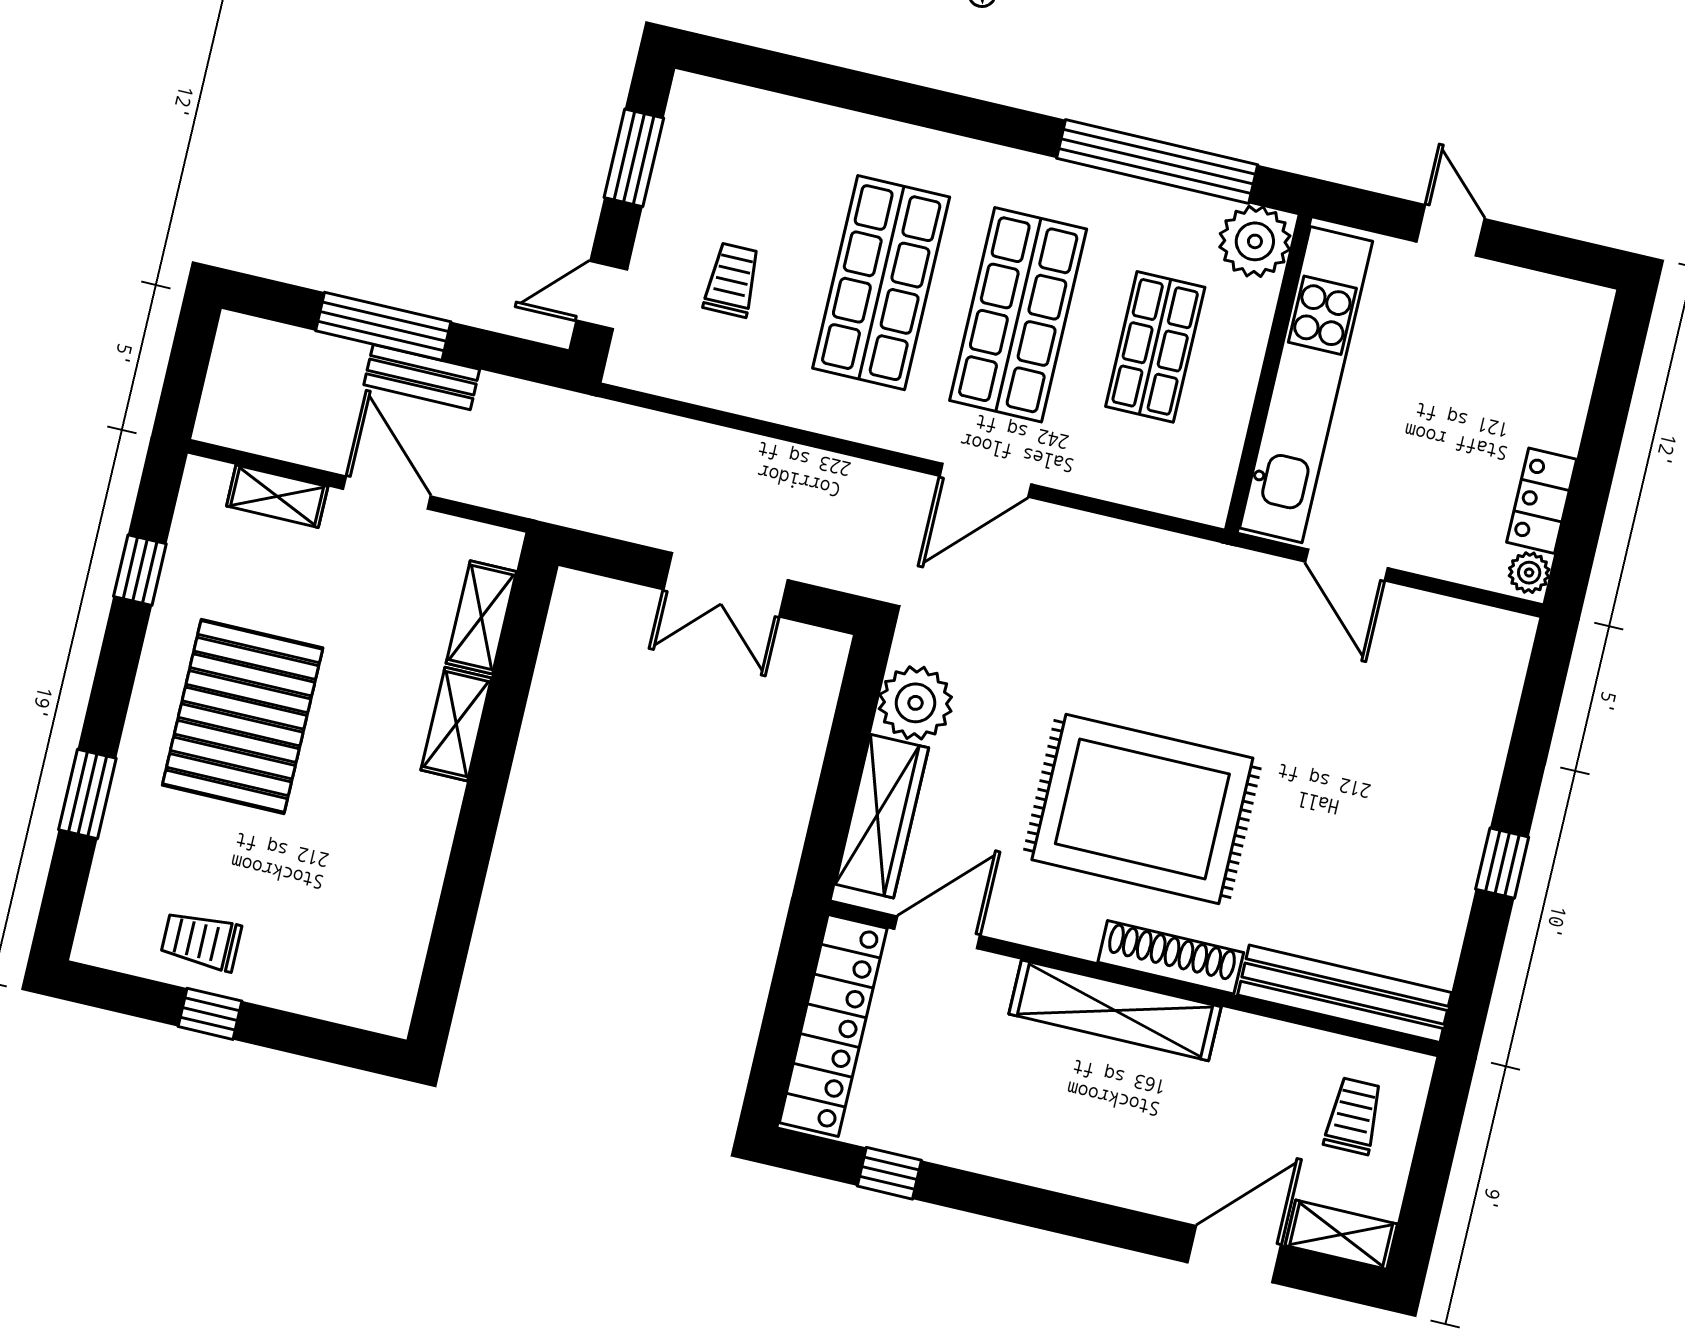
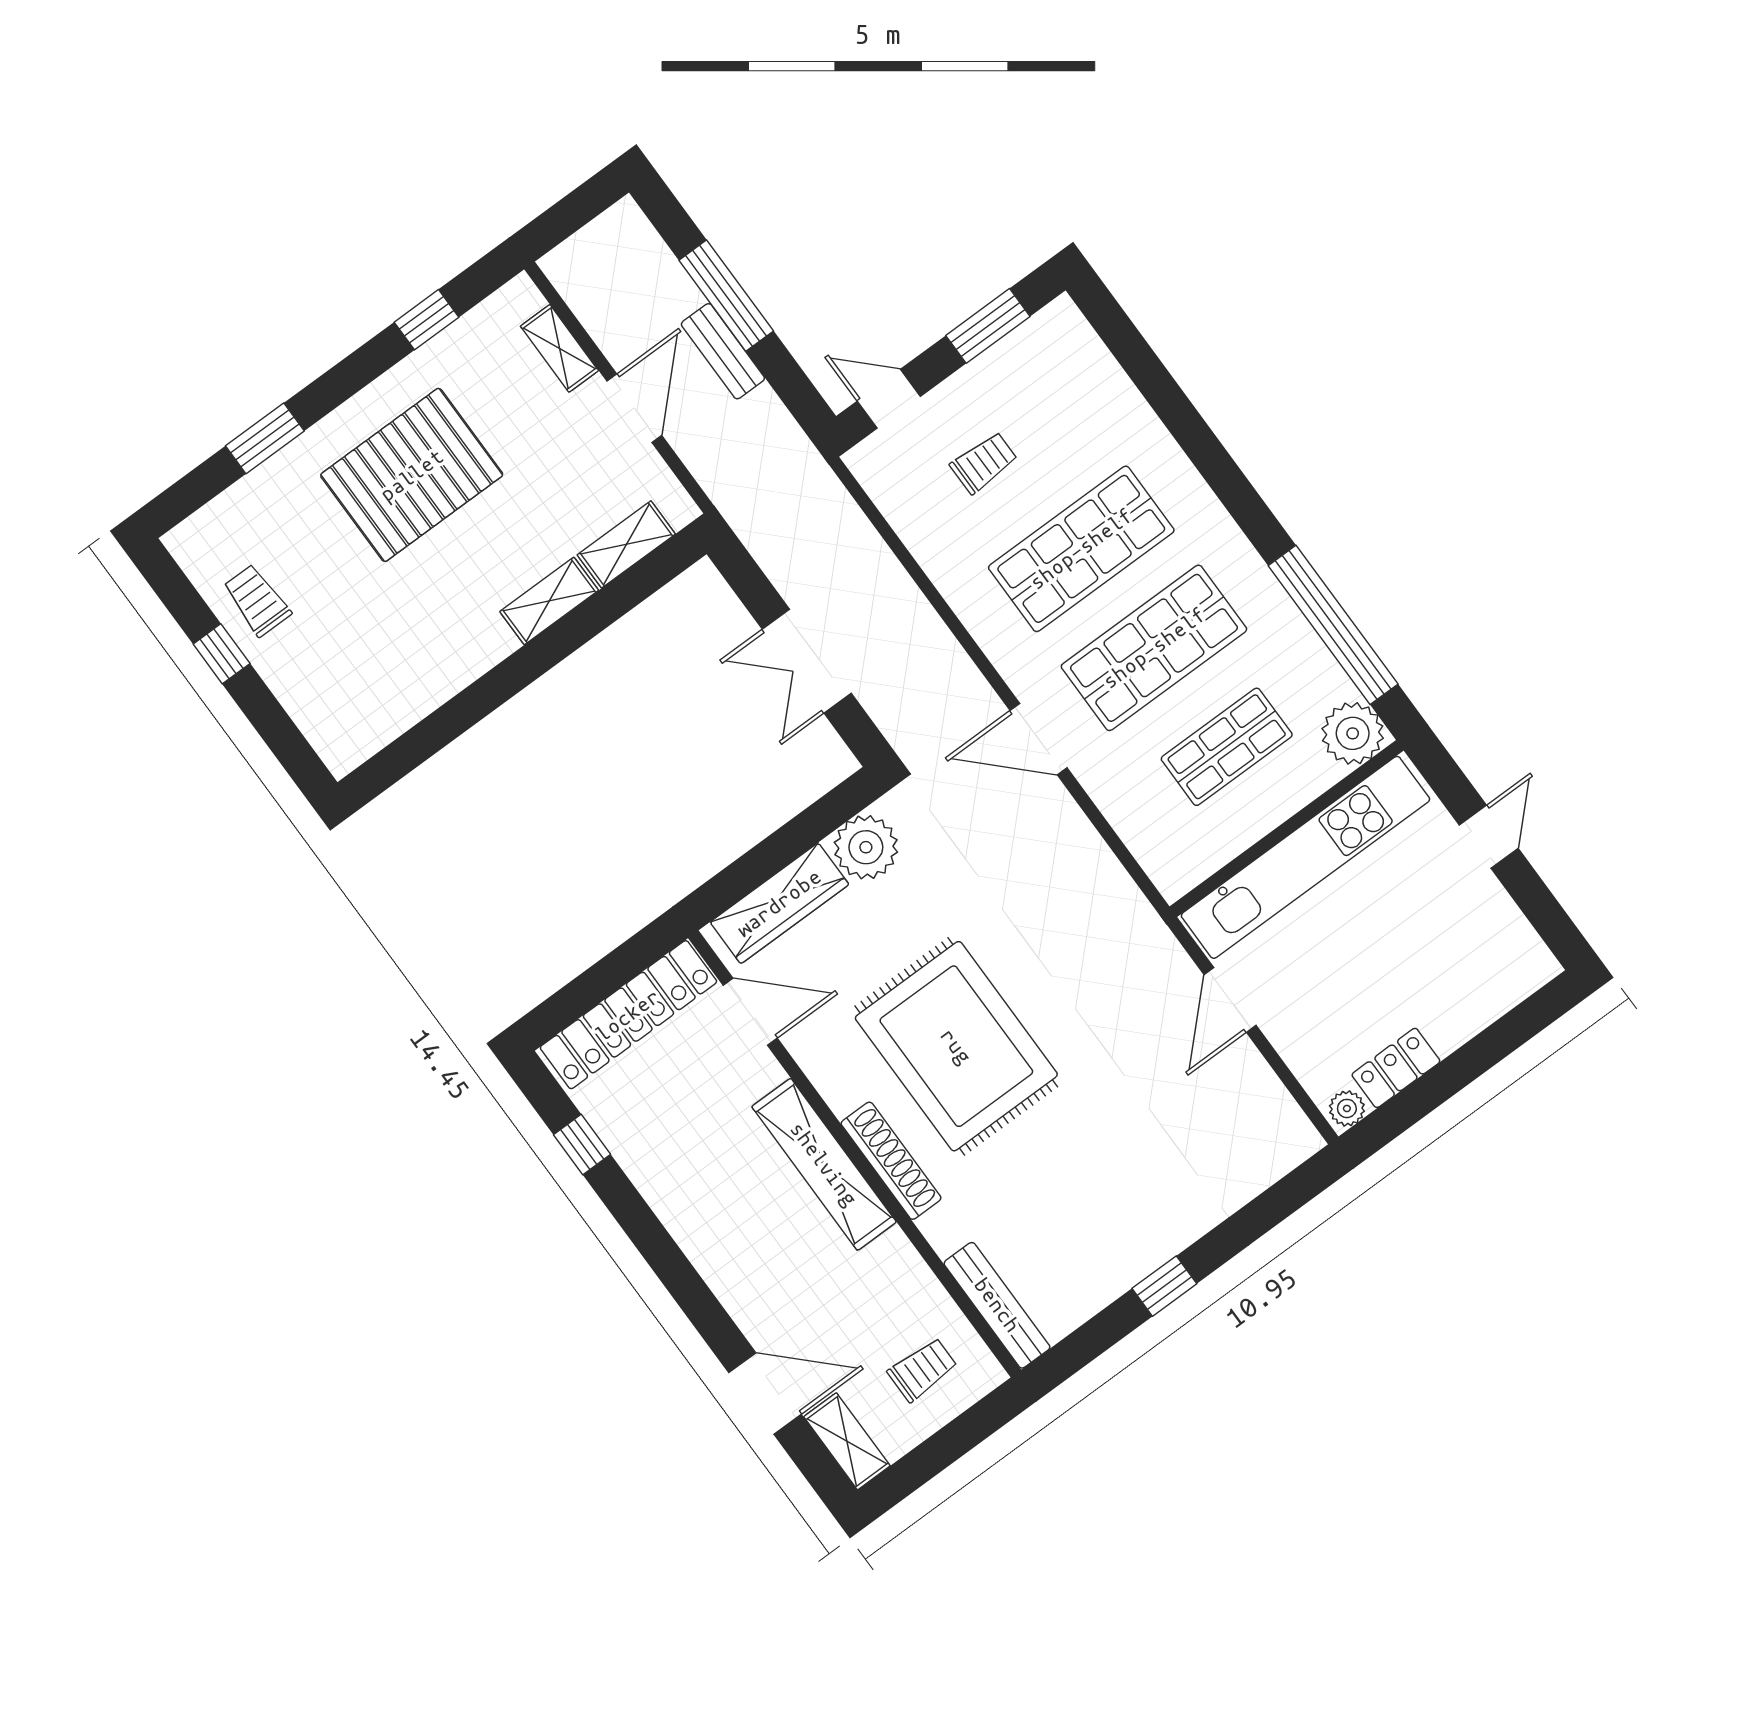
bench: (1345, 994) -> (997, 1305), width x0.73, depth x0.82

